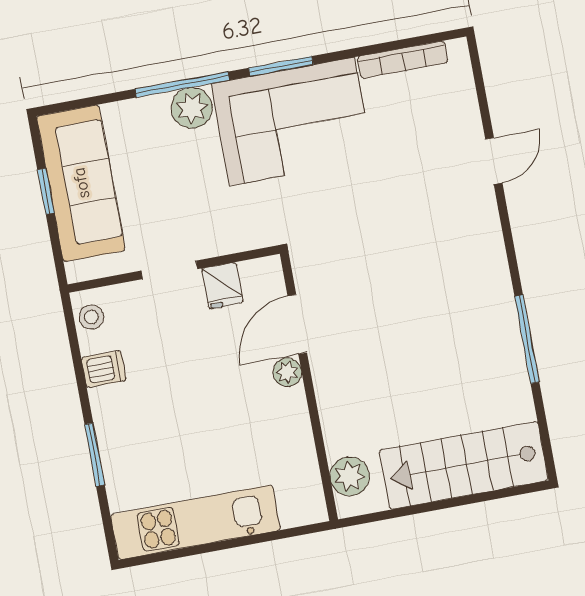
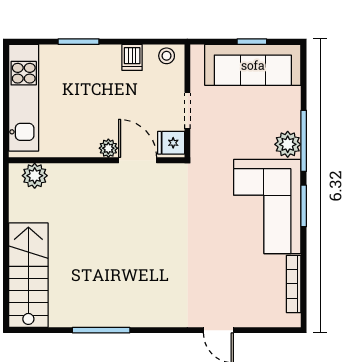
door: (297, 324) -> (138, 160), moved
plant: (287, 372) -> (108, 148), moved
wall: (309, 387) -> (97, 160), moved
plant: (350, 476) -> (35, 176), moved

